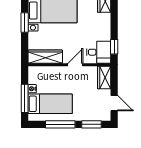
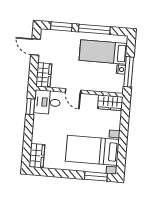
window: (25, 22) -> (123, 140), removed
wardrobe: (45, 57) -> (110, 103), width x0.67
door: (75, 65) -> (73, 91), hinge flipped
window: (25, 98) -> (129, 72), moved

